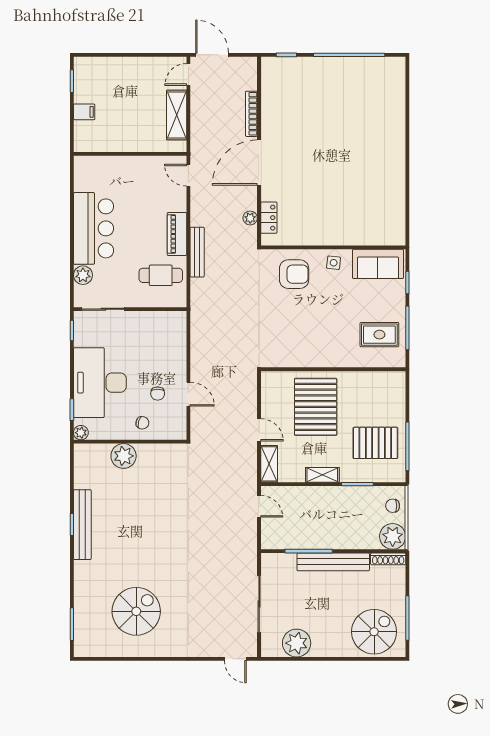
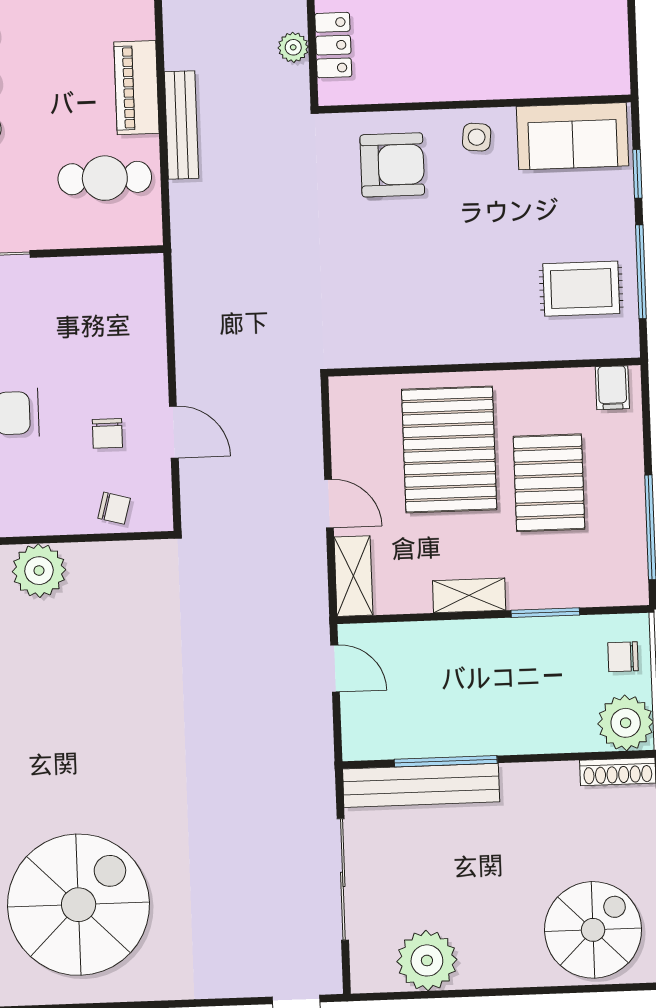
filing cabinet: (392, 381) -> (612, 388), added
chair: (142, 423) -> (114, 508), moved
pallet: (375, 443) -> (549, 483), moved, turned 90
bench: (333, 562) -> (421, 785), moved
spiral stairs: (136, 611) -> (79, 905), width x1.37, depth x1.37

